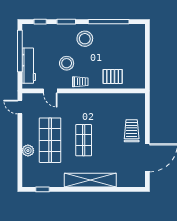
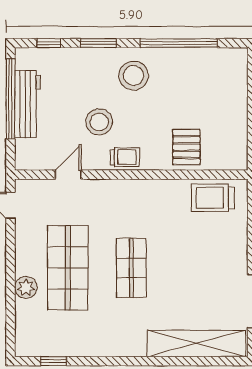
workbench: (29, 66) -> (27, 104), moved
pallet: (113, 76) -> (186, 147), turned 90
door: (50, 91) -> (68, 175), swing flipped
trolley: (132, 131) -> (213, 198), moved, turned -90
shelving: (90, 180) -> (196, 343), moved

